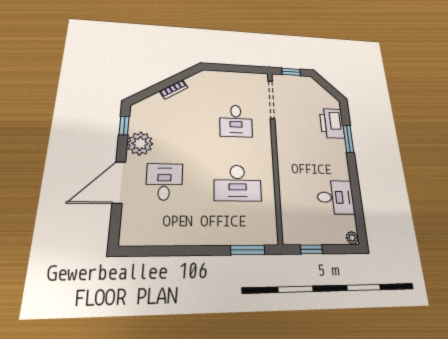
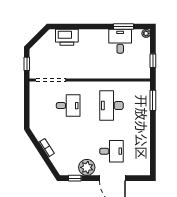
window: (348, 139) -> (123, 27), moved
desk: (164, 182) -> (112, 151), turned 180
desk: (237, 183) -> (112, 106), turned 180

